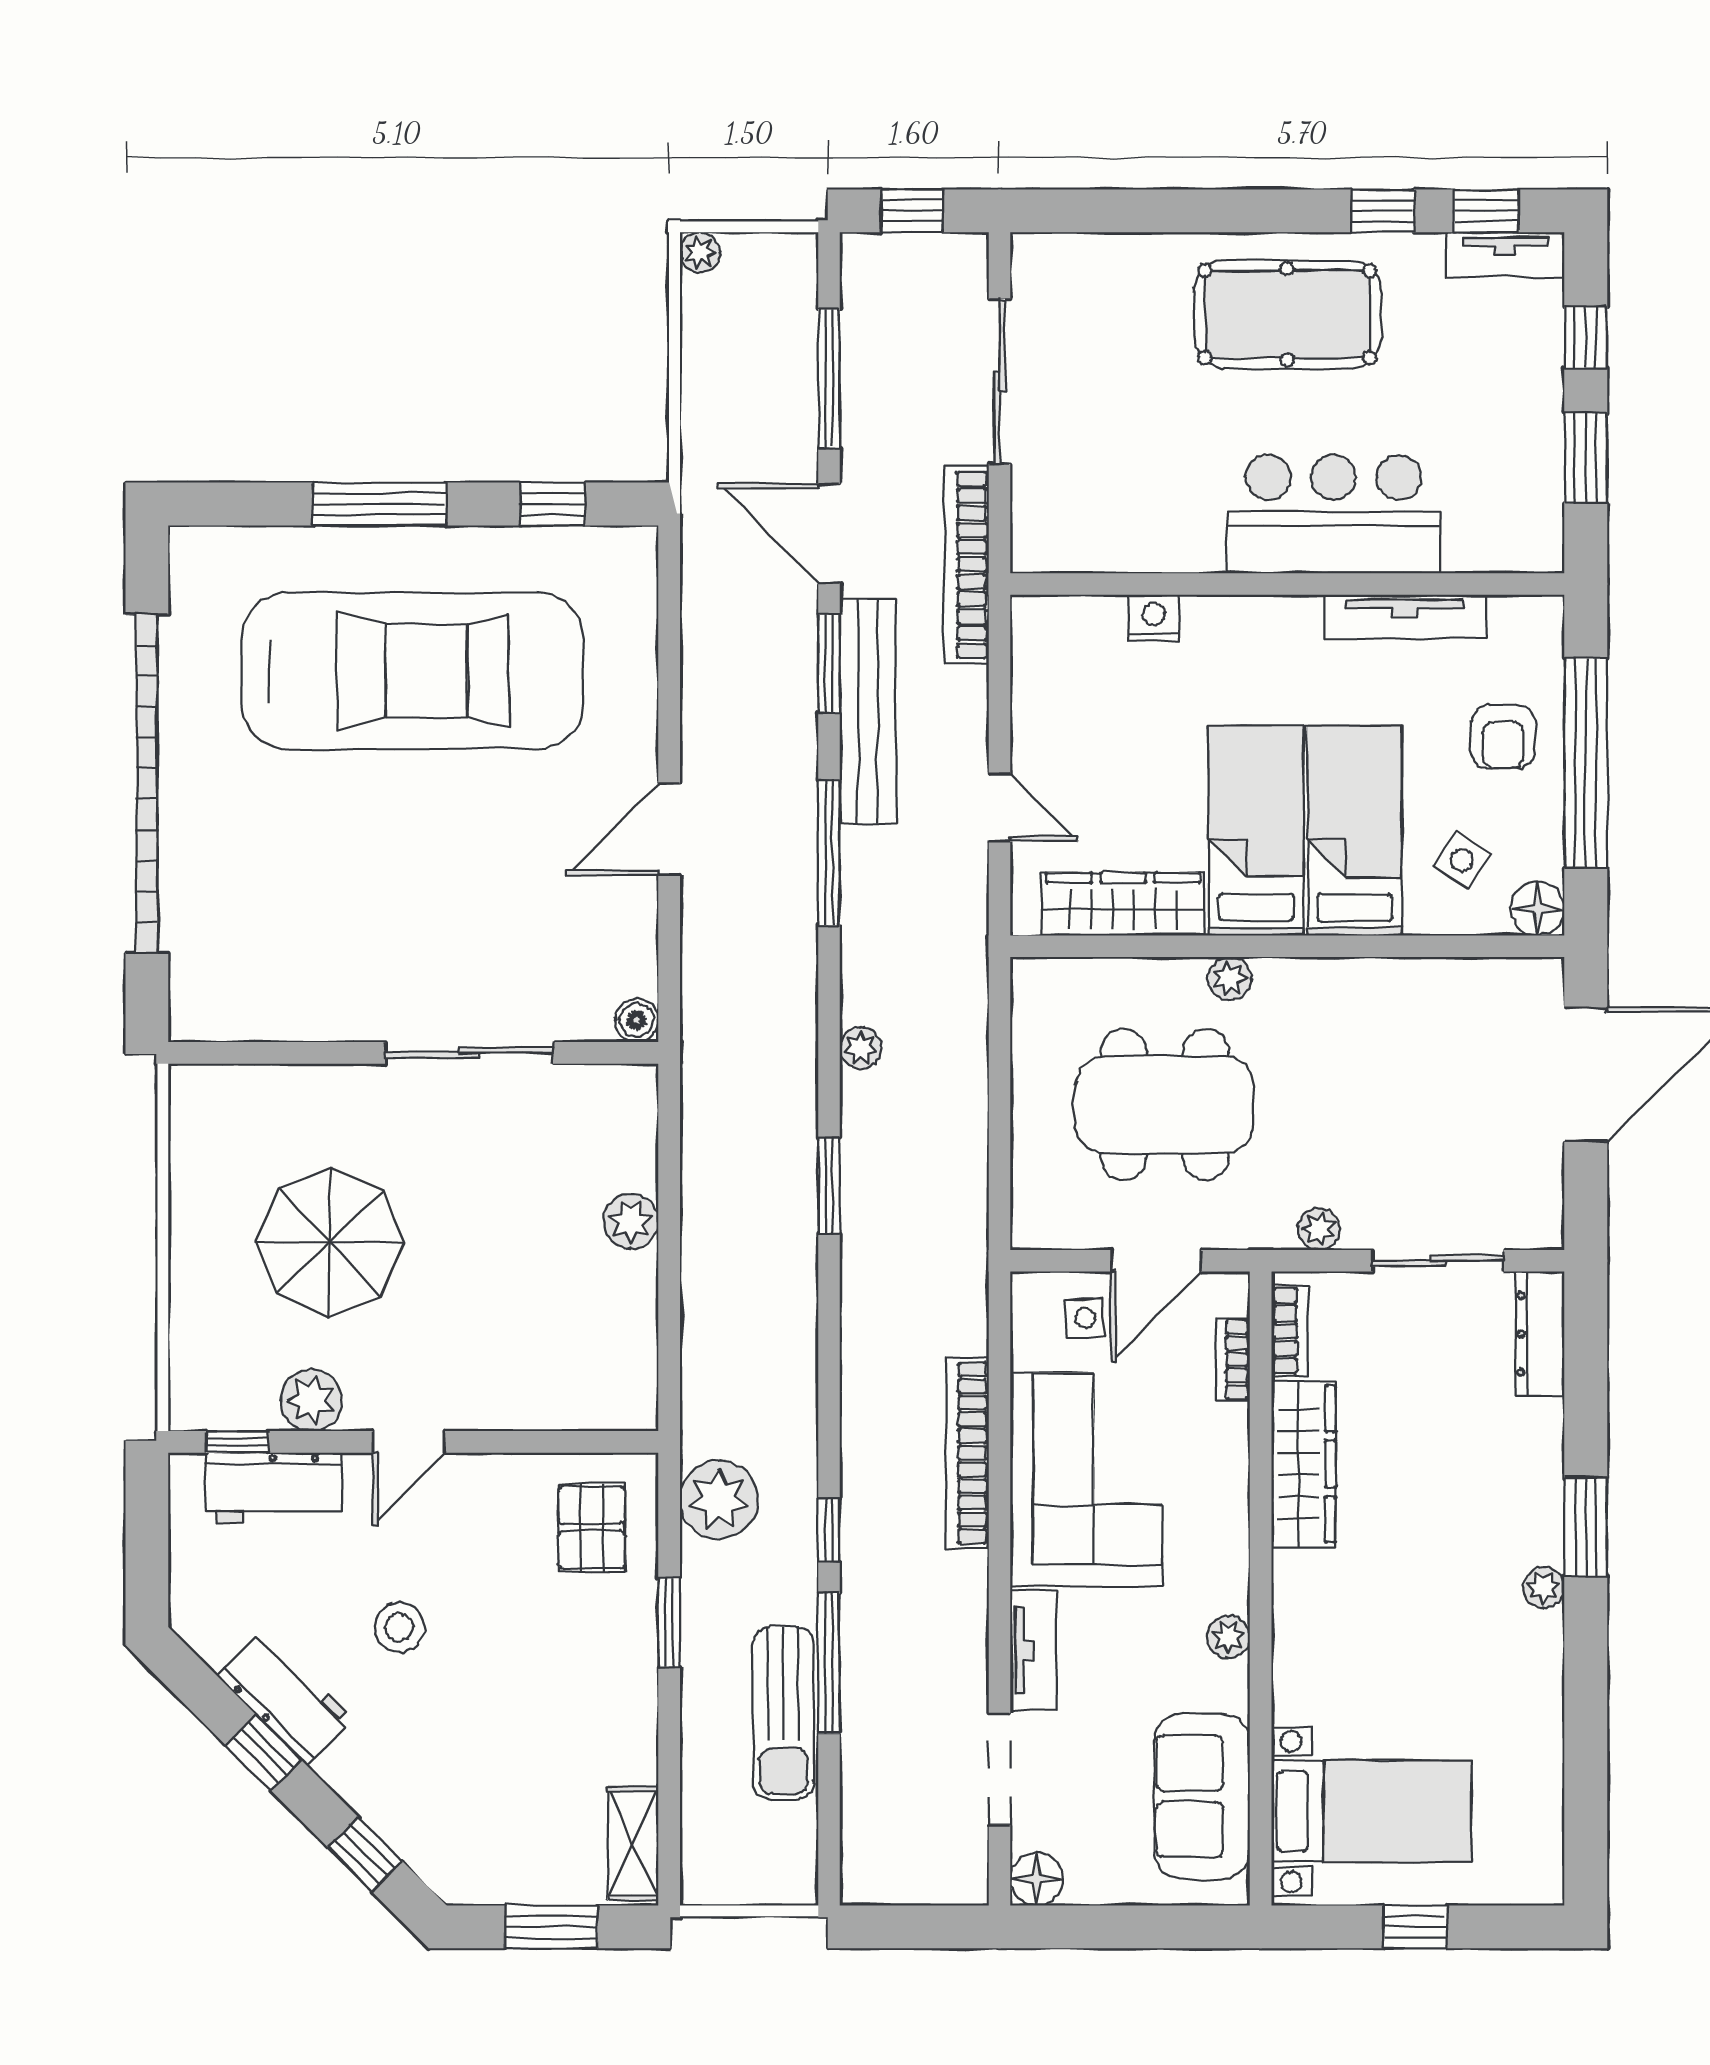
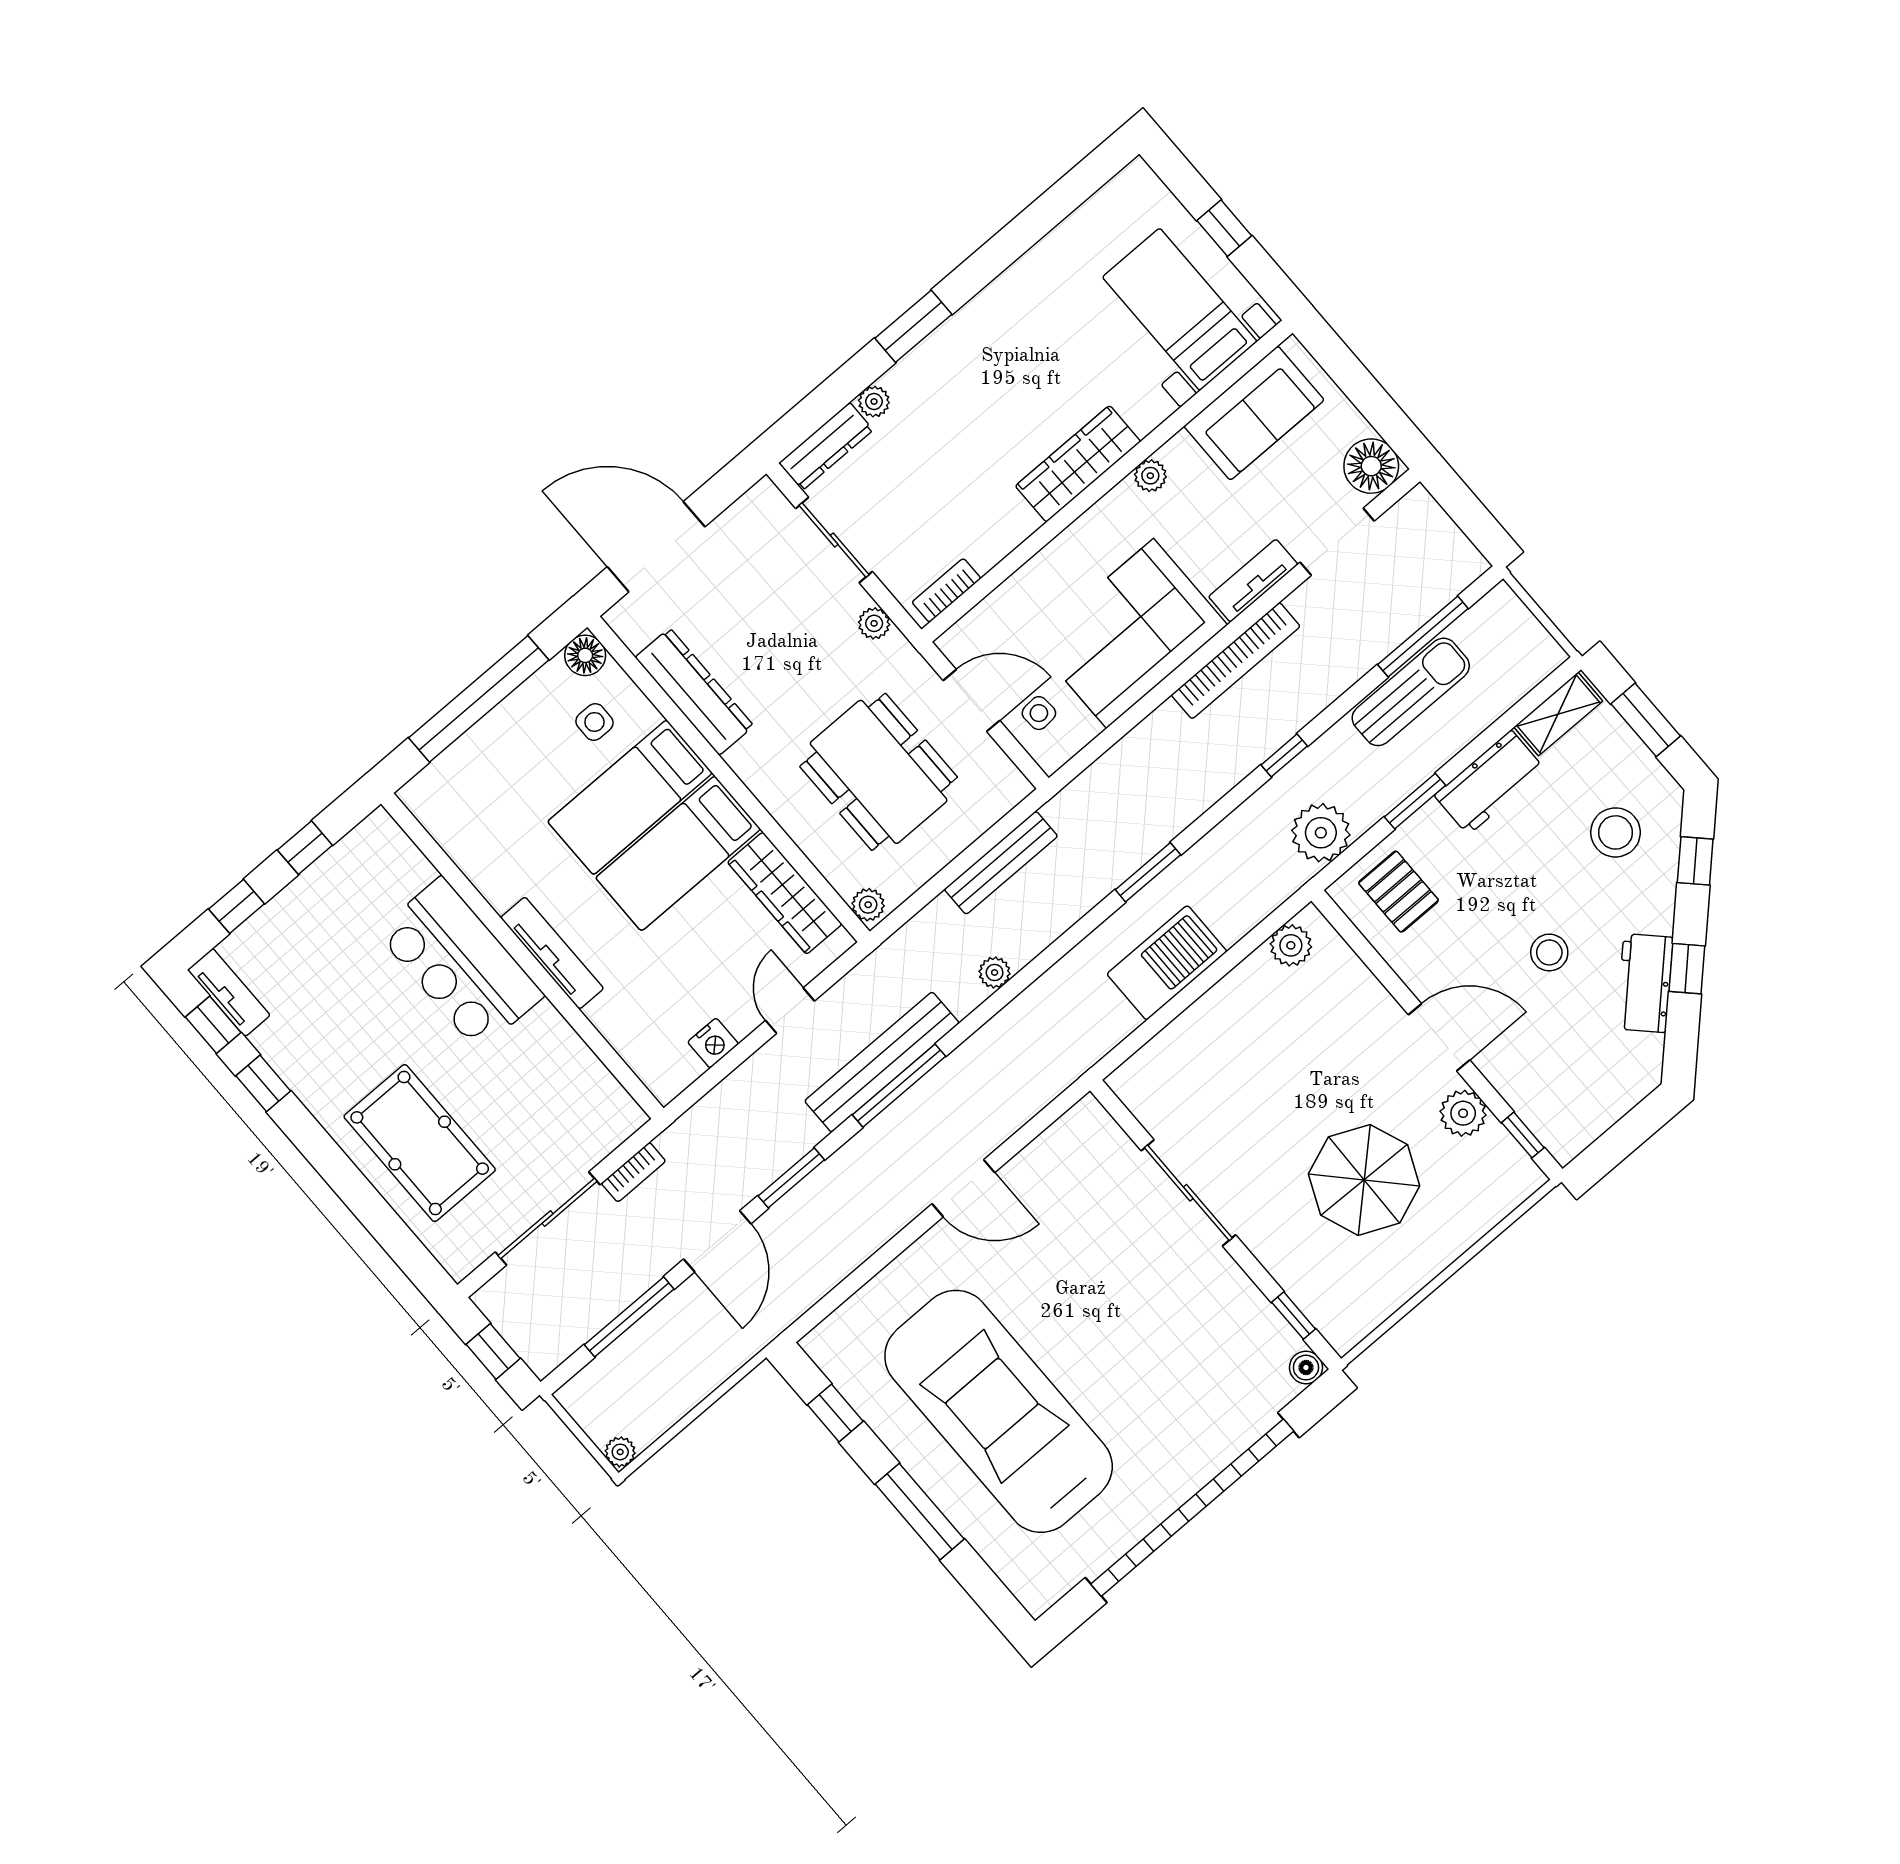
pool table: (1287, 314) -> (420, 1143), moved
window: (1586, 458) -> (305, 848), width x0.67
bookcase: (966, 565) -> (633, 1172), width x0.43, depth x0.76
tv unit: (1405, 616) -> (552, 953), moved
nightstand: (1154, 618) -> (713, 1043), moved, turned -90
bench: (868, 711) -> (882, 1062), moved
armchair: (1503, 737) -> (504, 758), removed
side table: (1462, 860) -> (594, 722), turned -34
plant: (1229, 979) -> (868, 905), moved
dresser: (1406, 988) -> (694, 692), added
boiler: (637, 1020) -> (1306, 1368), moved
window: (253, 1053) -> (1294, 1316), added
bench: (966, 1150) -> (1001, 863), added
window: (829, 1186) -> (1148, 872), moved
plant: (631, 1222) -> (1291, 945), moved
barbecue: (721, 1231) -> (1167, 963), added
bookcase: (1233, 1360) -> (990, 608), removed
door: (409, 1442) -> (1439, 1037), width x1.38
bookcase: (967, 1453) -> (1236, 661), moved
wardrobe: (1303, 1464) -> (1078, 464), moved
workbench: (273, 1488) -> (1490, 782), moved, turned 90
pallet: (592, 1527) -> (1399, 892), turned 90
plant: (1544, 1588) -> (874, 402), moved
window: (829, 1663) -> (1423, 636), moved
stool: (463, 1798) -> (1616, 832), added
floor lamp: (1037, 1879) -> (1371, 466), width x1.38, depth x1.38

